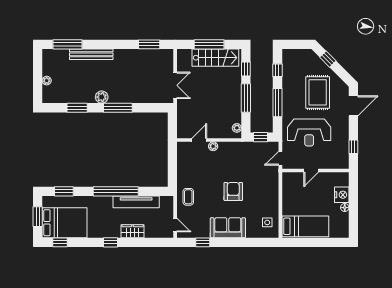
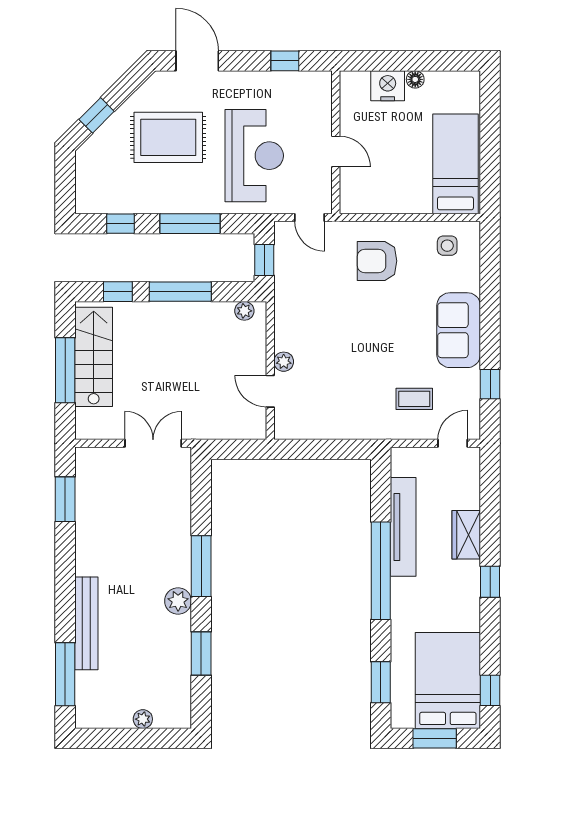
armchair: (233, 191) -> (377, 261), moved
coffee table: (188, 197) -> (414, 399), moved

